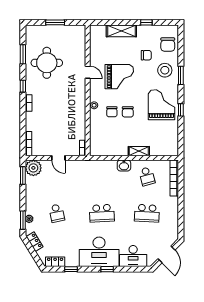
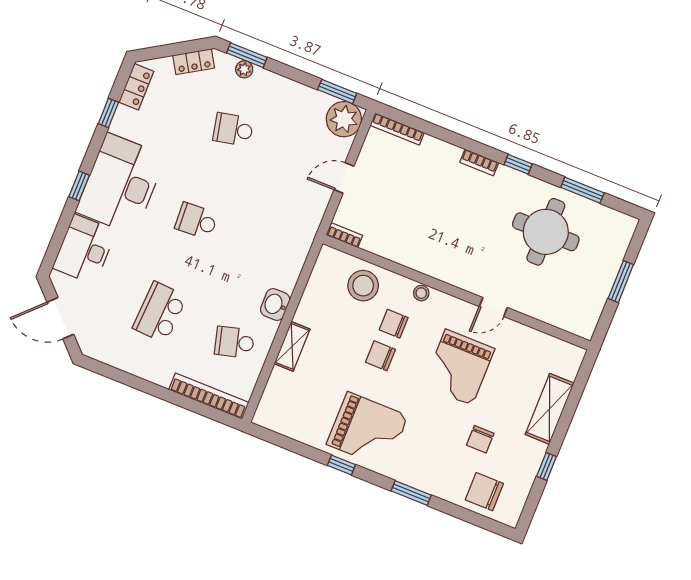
stool: (165, 70) -> (363, 286), moved
school desk: (102, 213) -> (197, 221), width x0.54

